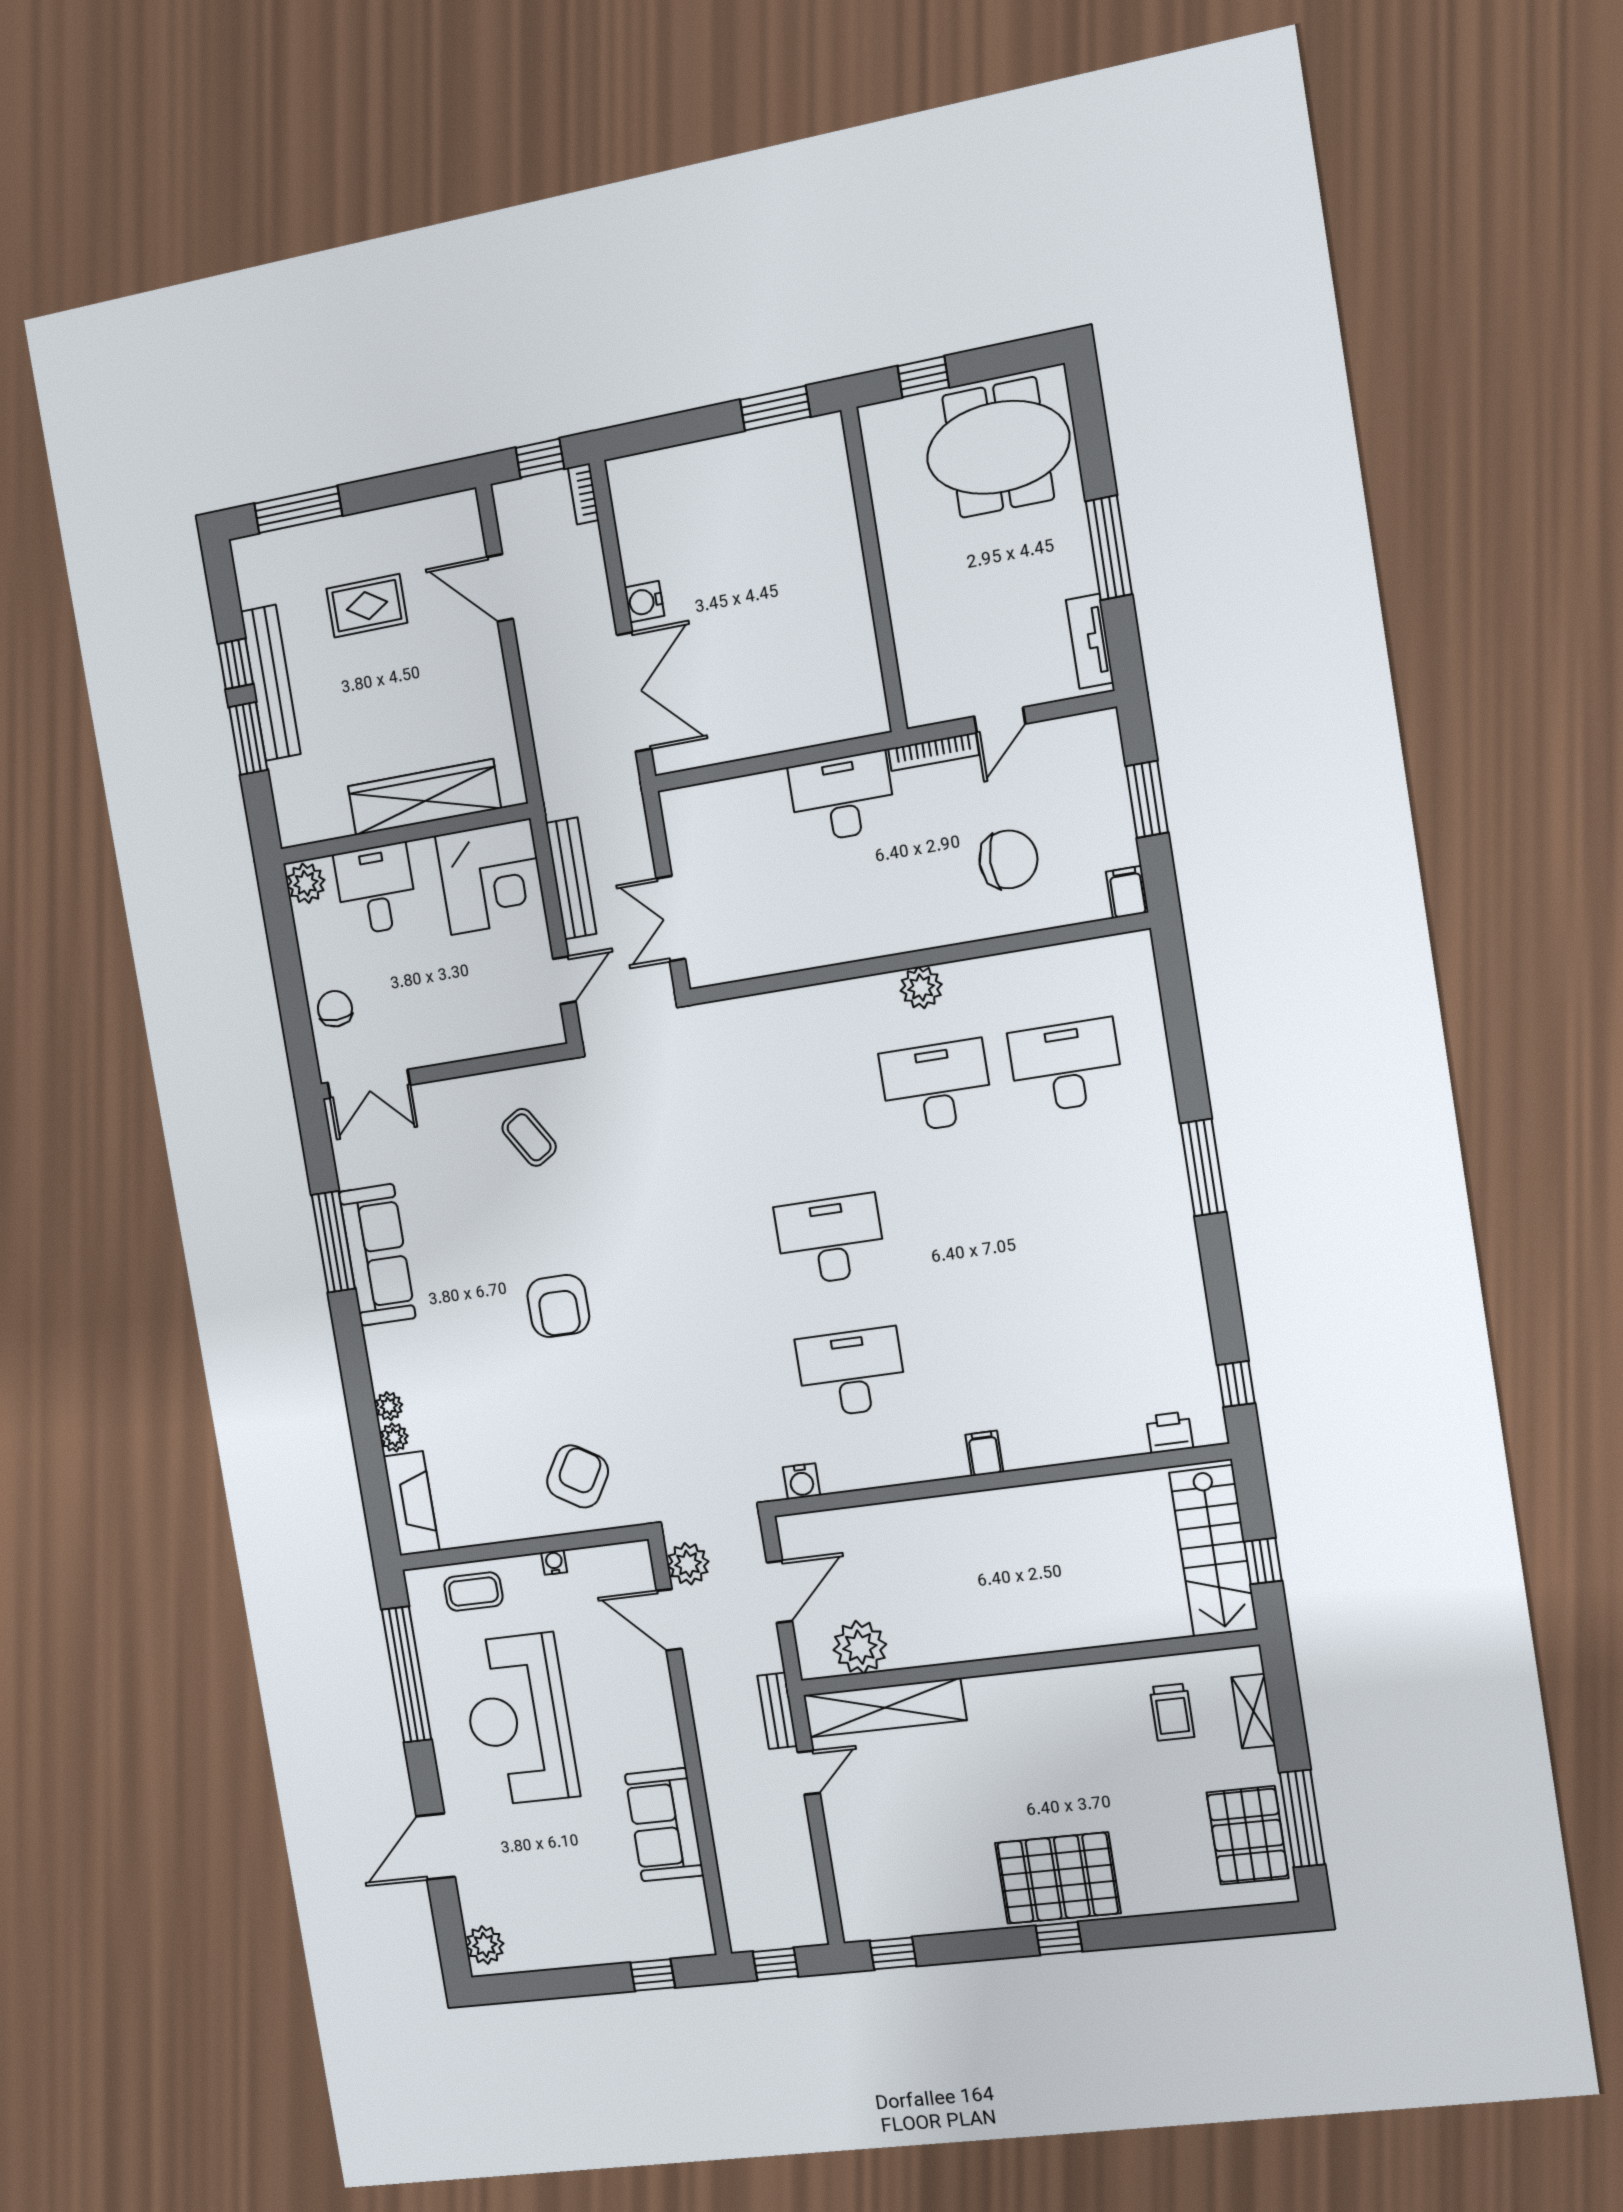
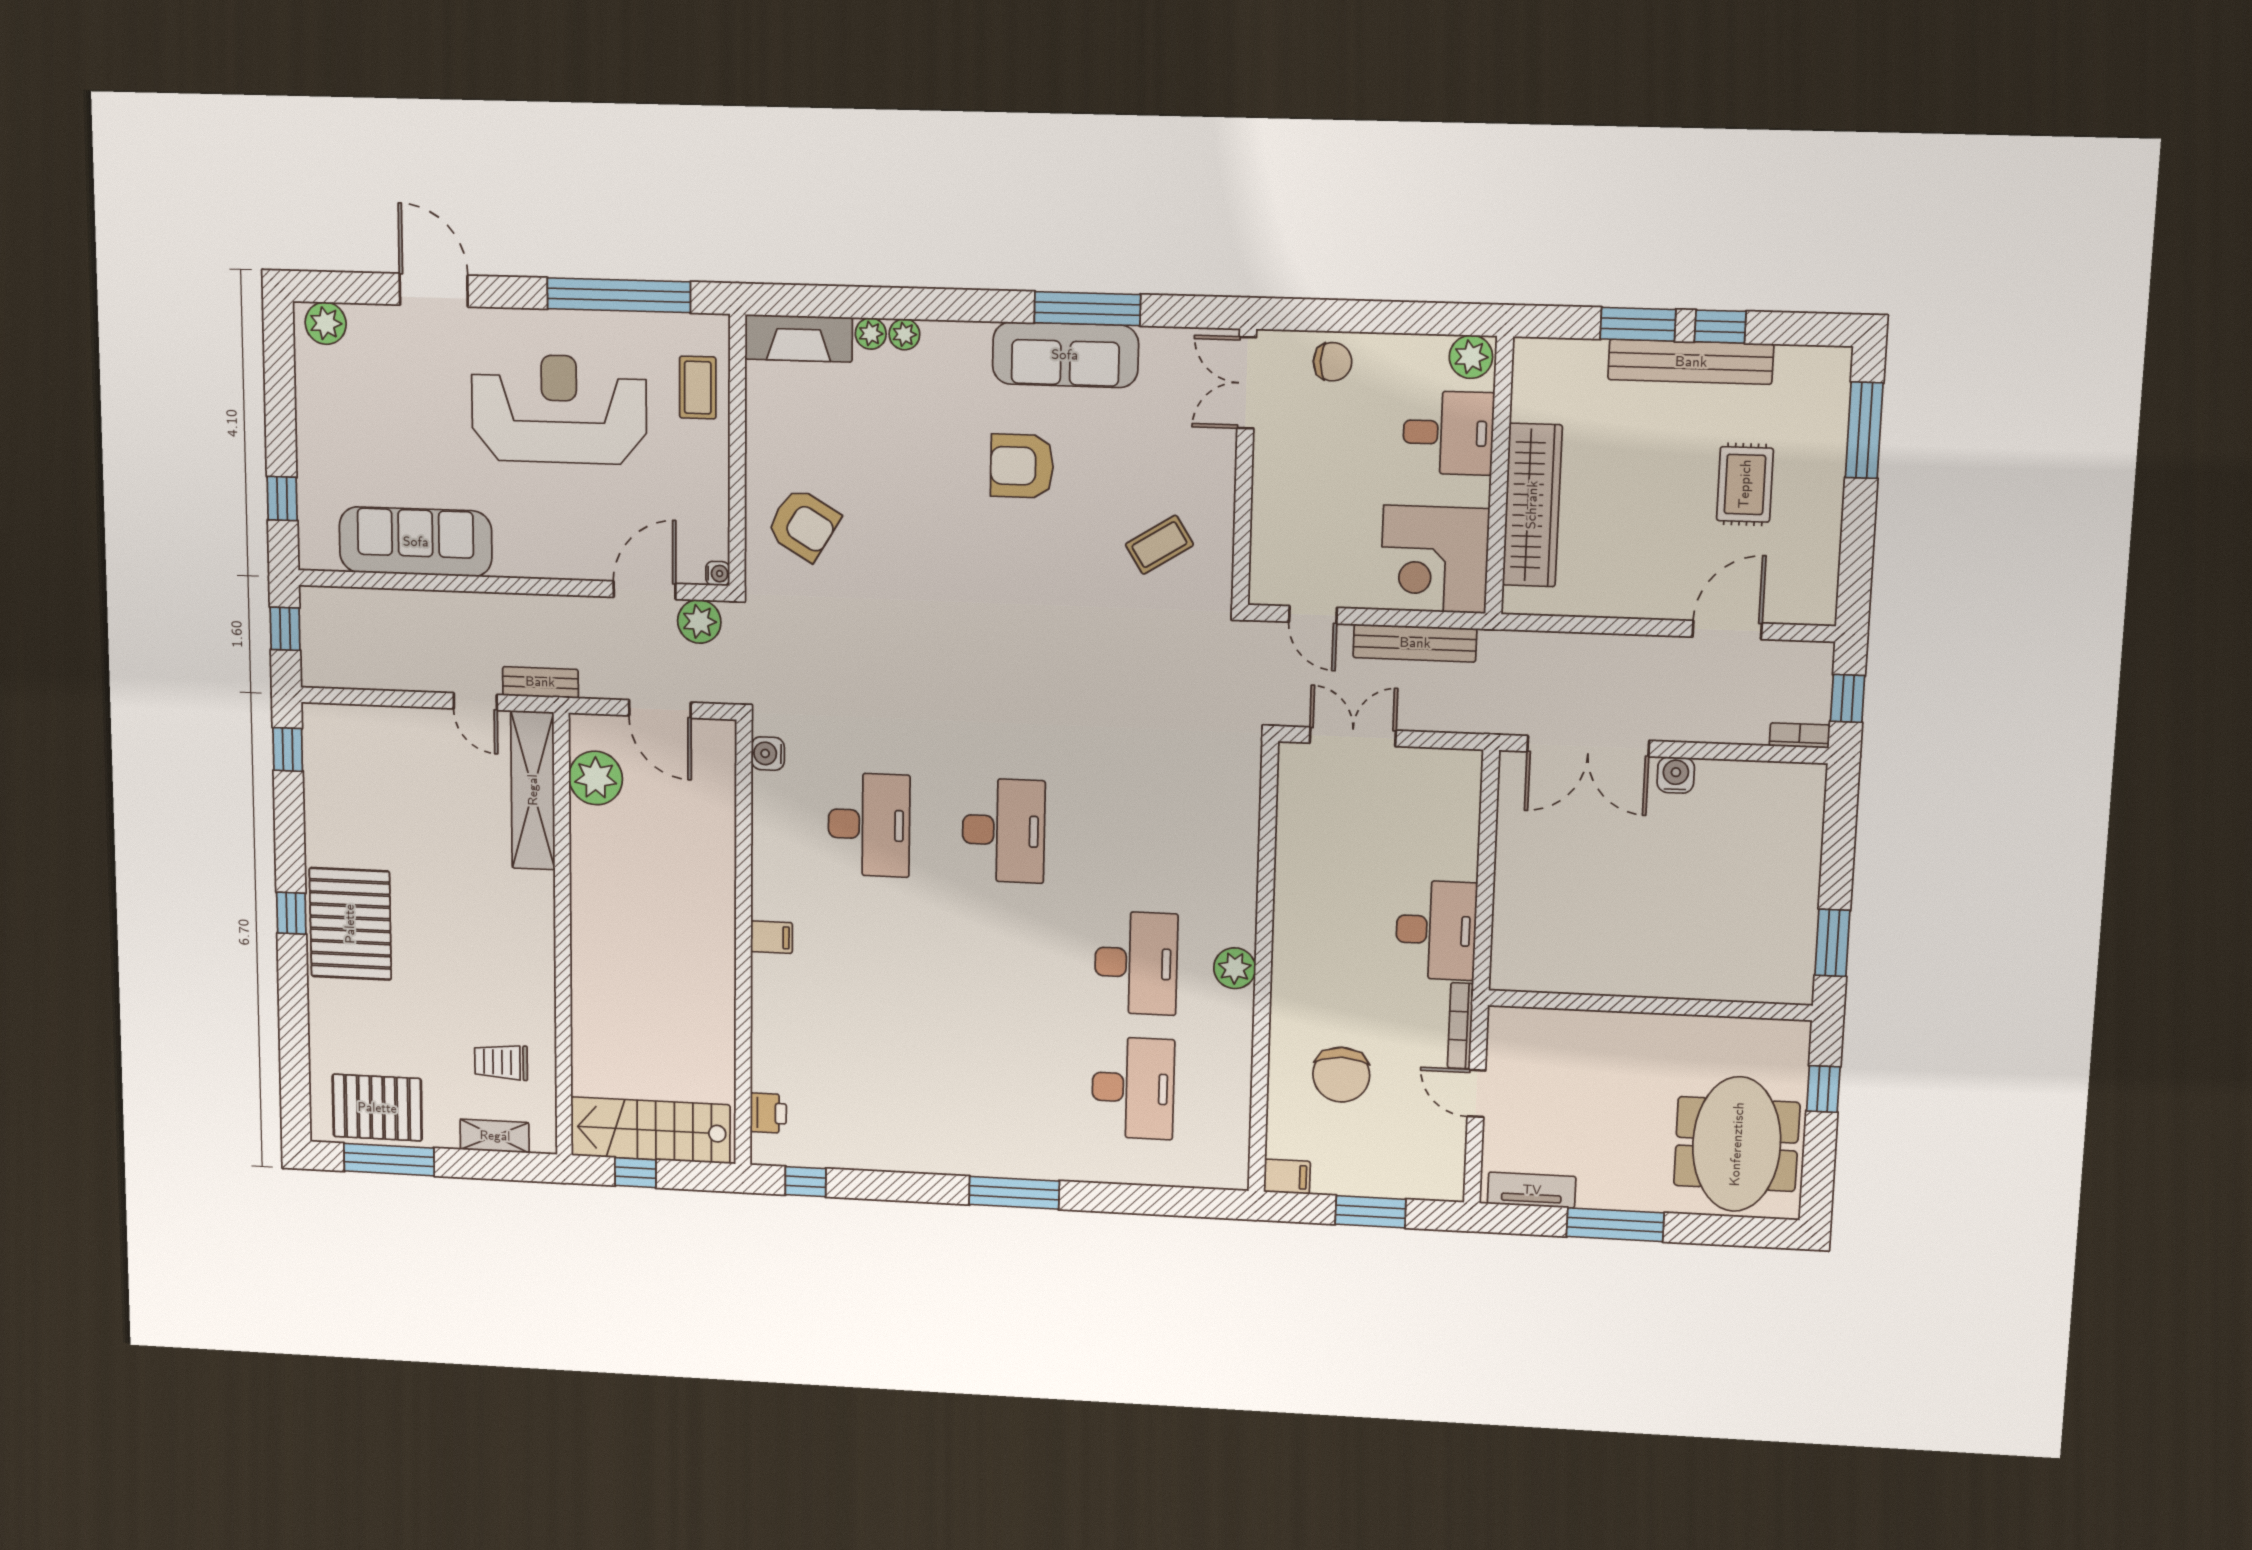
armchair: (558, 1306) -> (1022, 466), moved
water cooler: (554, 1562) -> (718, 574), moved
sofa: (664, 1825) -> (416, 542), width x1.36

